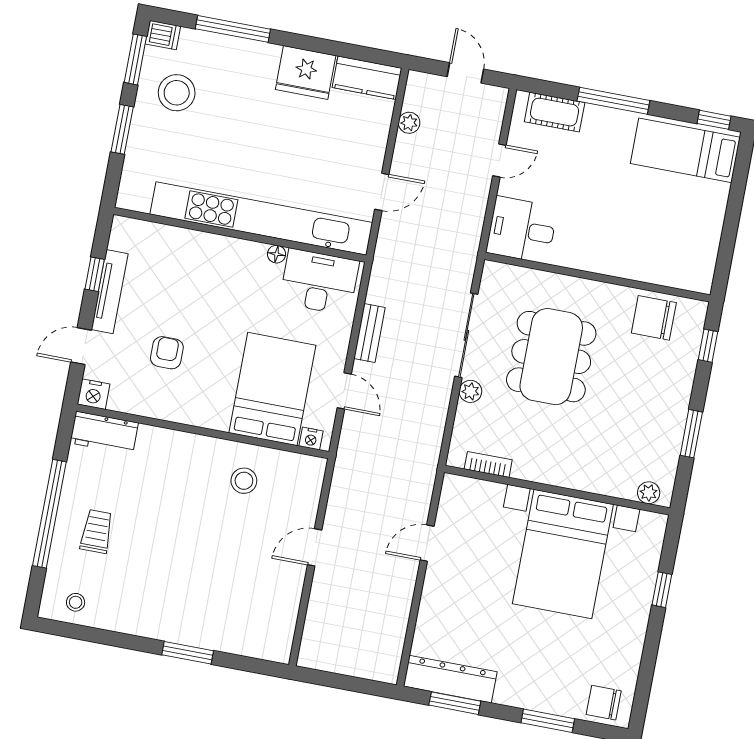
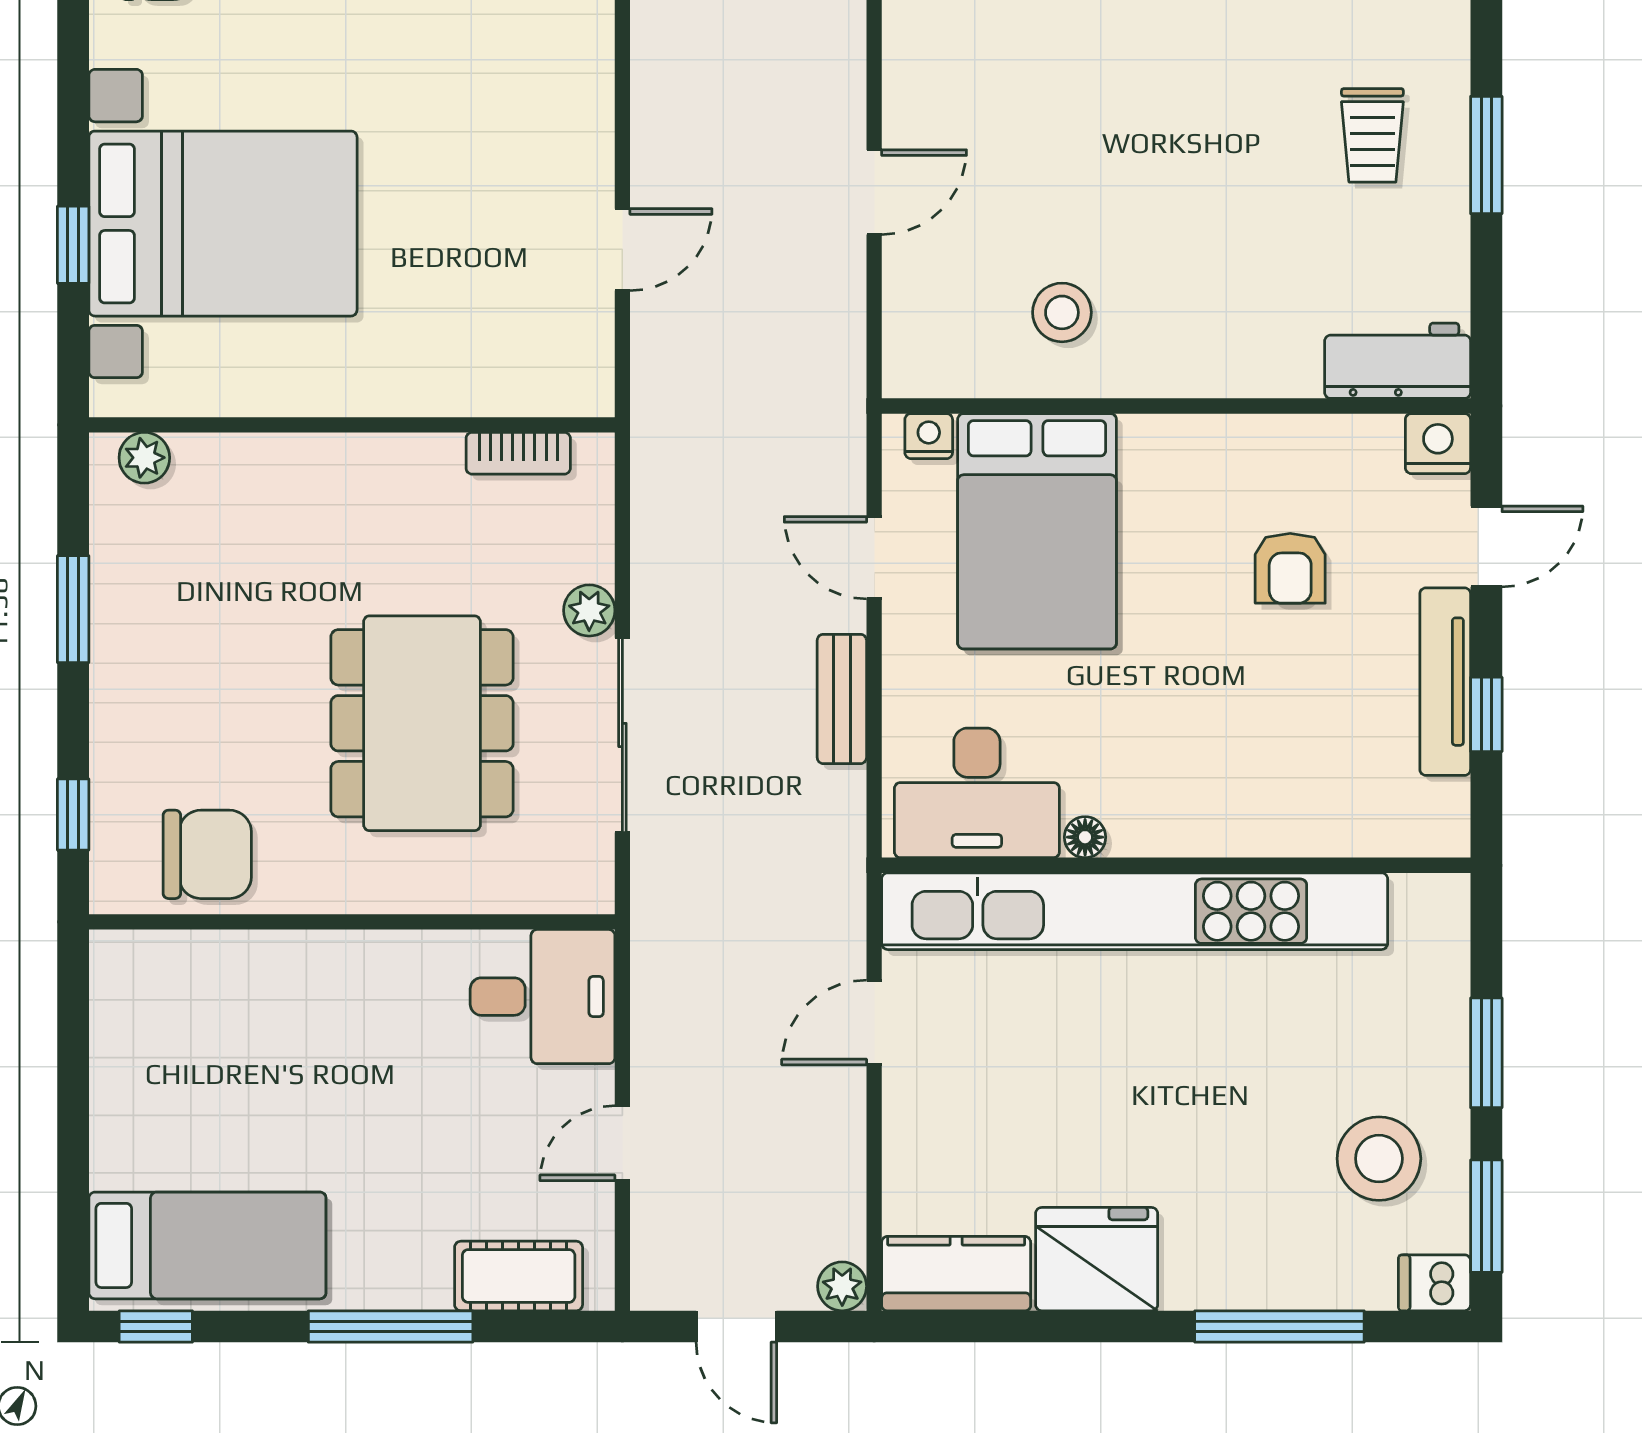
plant: (409, 123) -> (842, 1286), moved
window: (49, 514) -> (1486, 155), width x0.47
bed with nightstands: (563, 554) -> (223, 224), moved, turned 90

